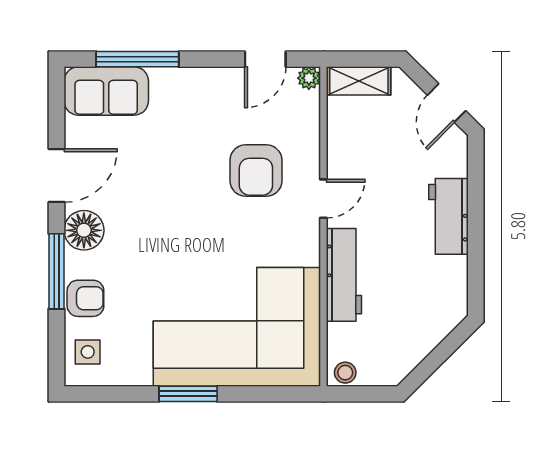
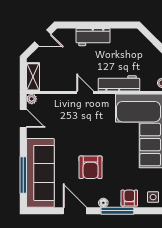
sofa: (106, 91) -> (40, 173), width x1.85, depth x1.27
armchair: (256, 171) -> (91, 167), moved, turned 90
floor lamp: (84, 230) -> (103, 203), width x0.53, depth x0.53

